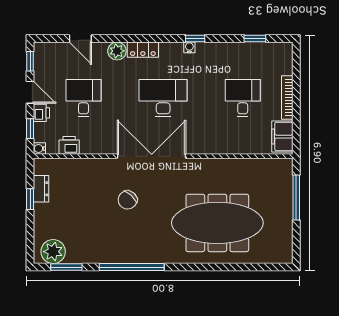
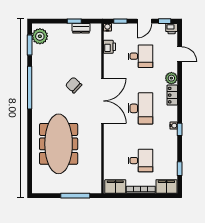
door: (80, 38) -> (180, 54), swing flipped
filing cabinet: (282, 59) -> (166, 186), added
printer: (41, 113) -> (172, 29), moved

